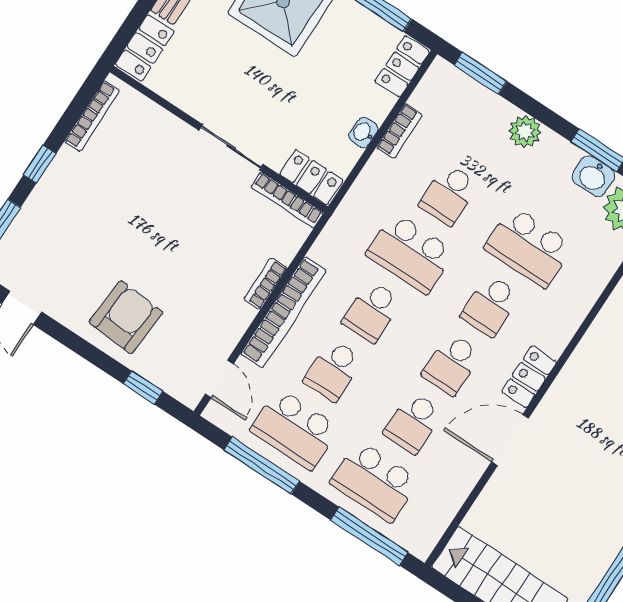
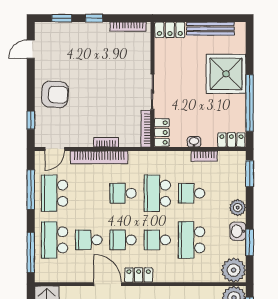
washbasin: (593, 176) -> (238, 231), moved
school desk: (333, 370) -> (89, 193), removed

